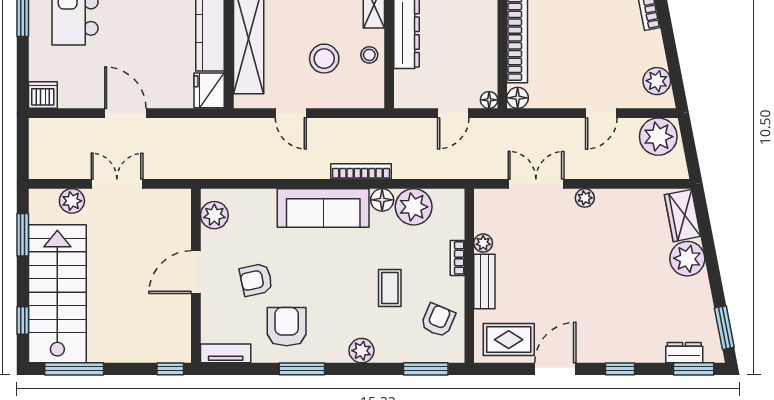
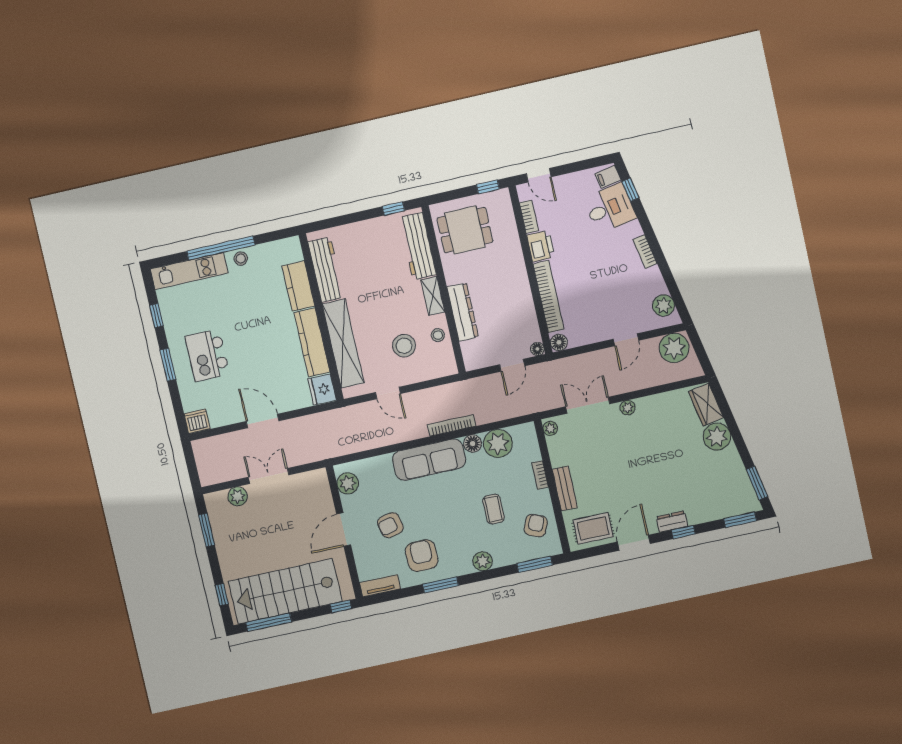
plant: (483, 243) -> (550, 428), moved
stairs: (57, 294) -> (285, 591), moved, turned -90
dresser: (684, 353) -> (672, 522), moved

